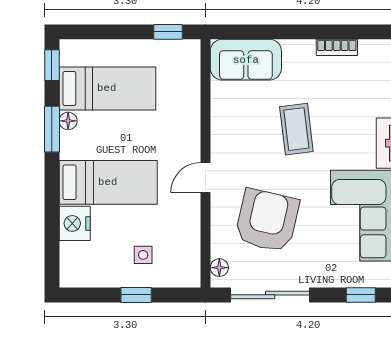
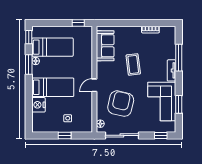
sofa: (246, 60) -> (105, 46), moved, turned -90

